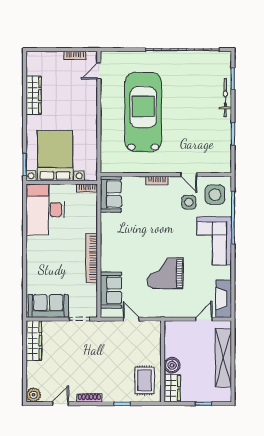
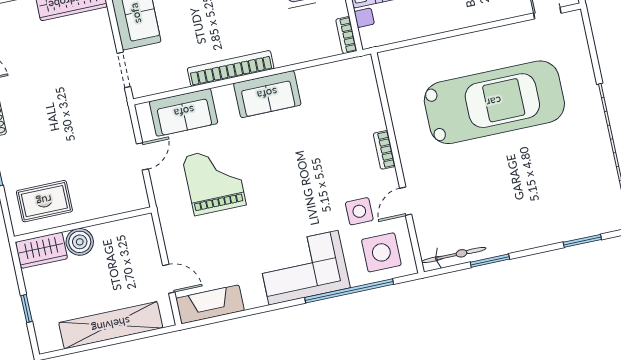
bicycle: (225, 98) -> (454, 255), moved
sofa: (111, 194) -> (267, 94), moved
grand piano: (165, 273) -> (214, 181), moved

